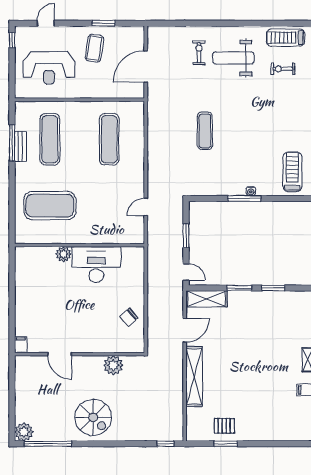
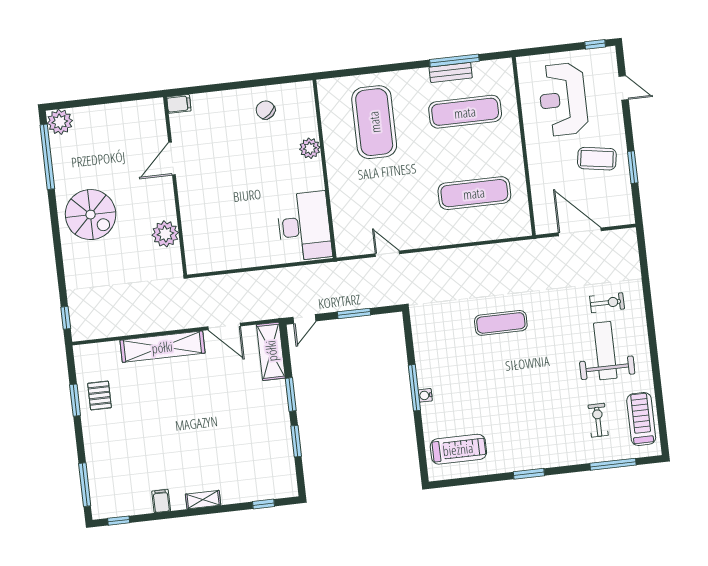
desk: (96, 265) -> (304, 226), moved
chair: (129, 317) -> (266, 110), moved
spiral stairs: (93, 417) -> (91, 215), turned -90
window: (287, 444) -> (85, 485), added

